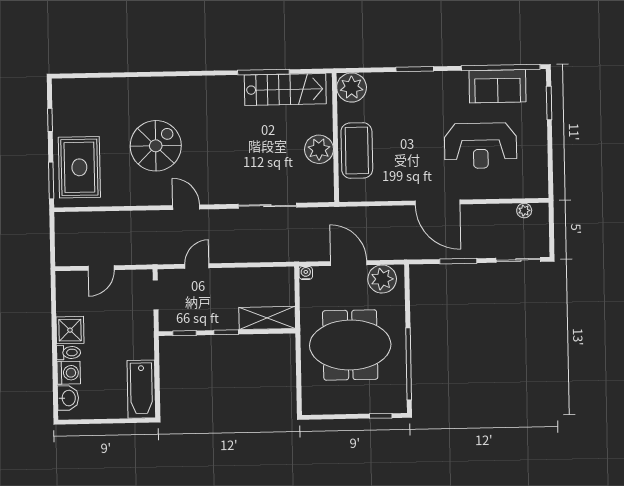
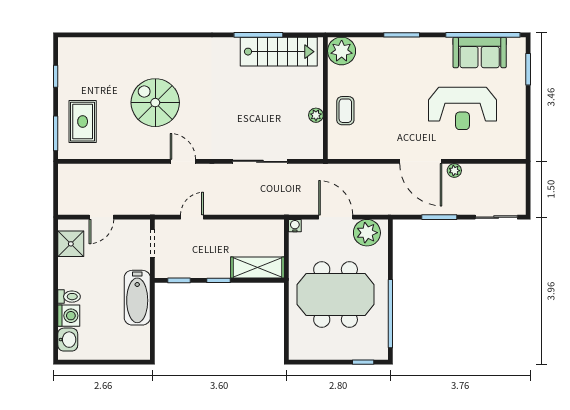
spiral stairs: (156, 146) -> (155, 103), turned -90
plant: (319, 149) -> (316, 115), width x0.53, depth x0.53
coffee table: (357, 151) -> (345, 111), width x0.54, depth x0.58
rug: (79, 167) -> (83, 122), width x0.73, depth x0.70
plant: (524, 211) -> (454, 171), moved
shower: (70, 330) -> (71, 244), moved
bathtub: (141, 389) -> (137, 298), moved

